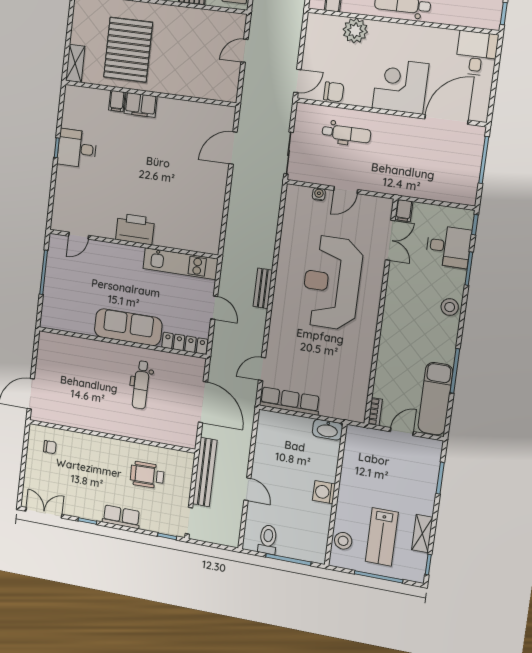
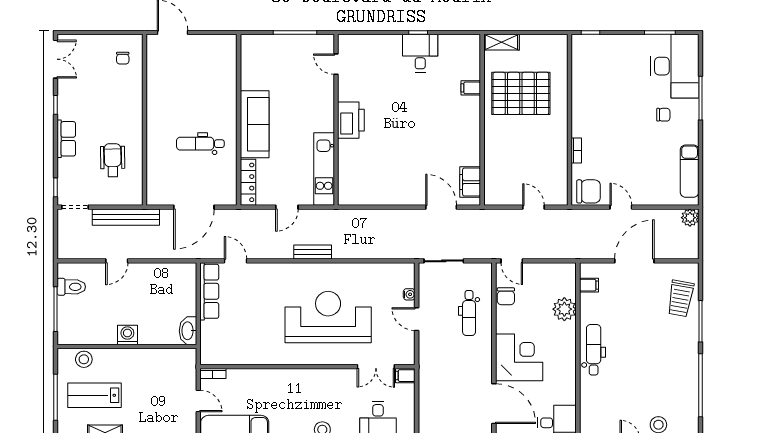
filing cabinet: (141, 105) -> (470, 182), moved

